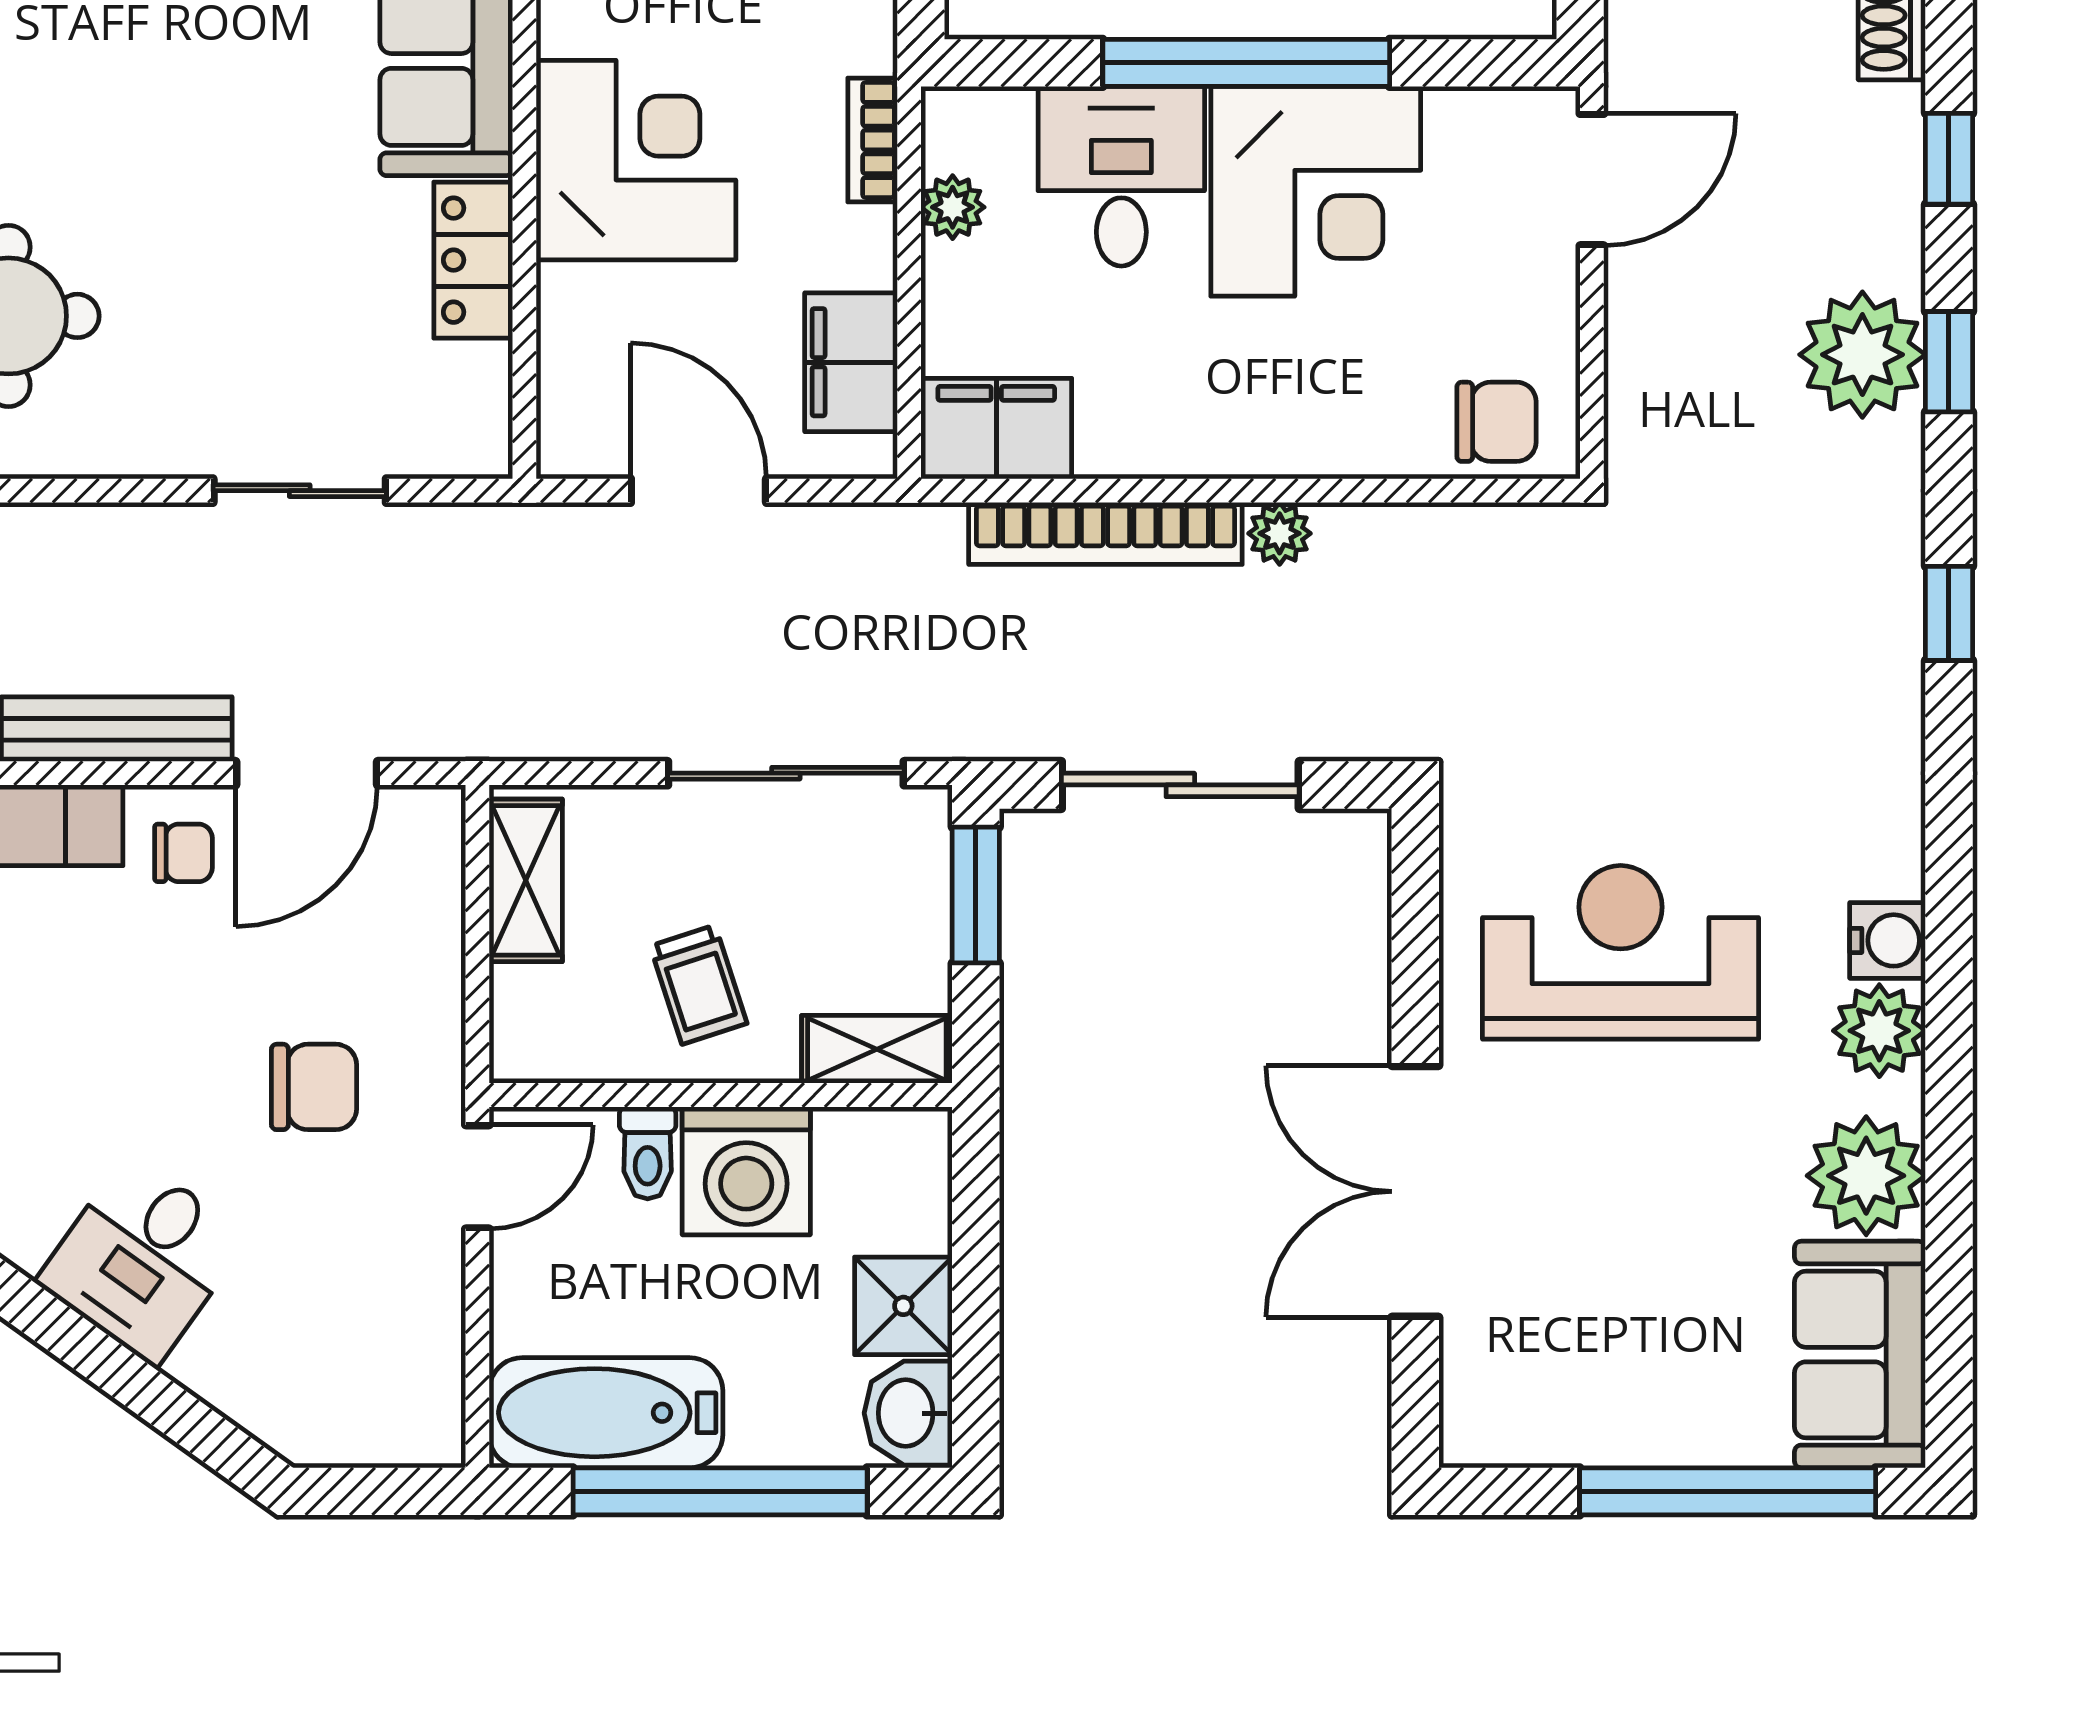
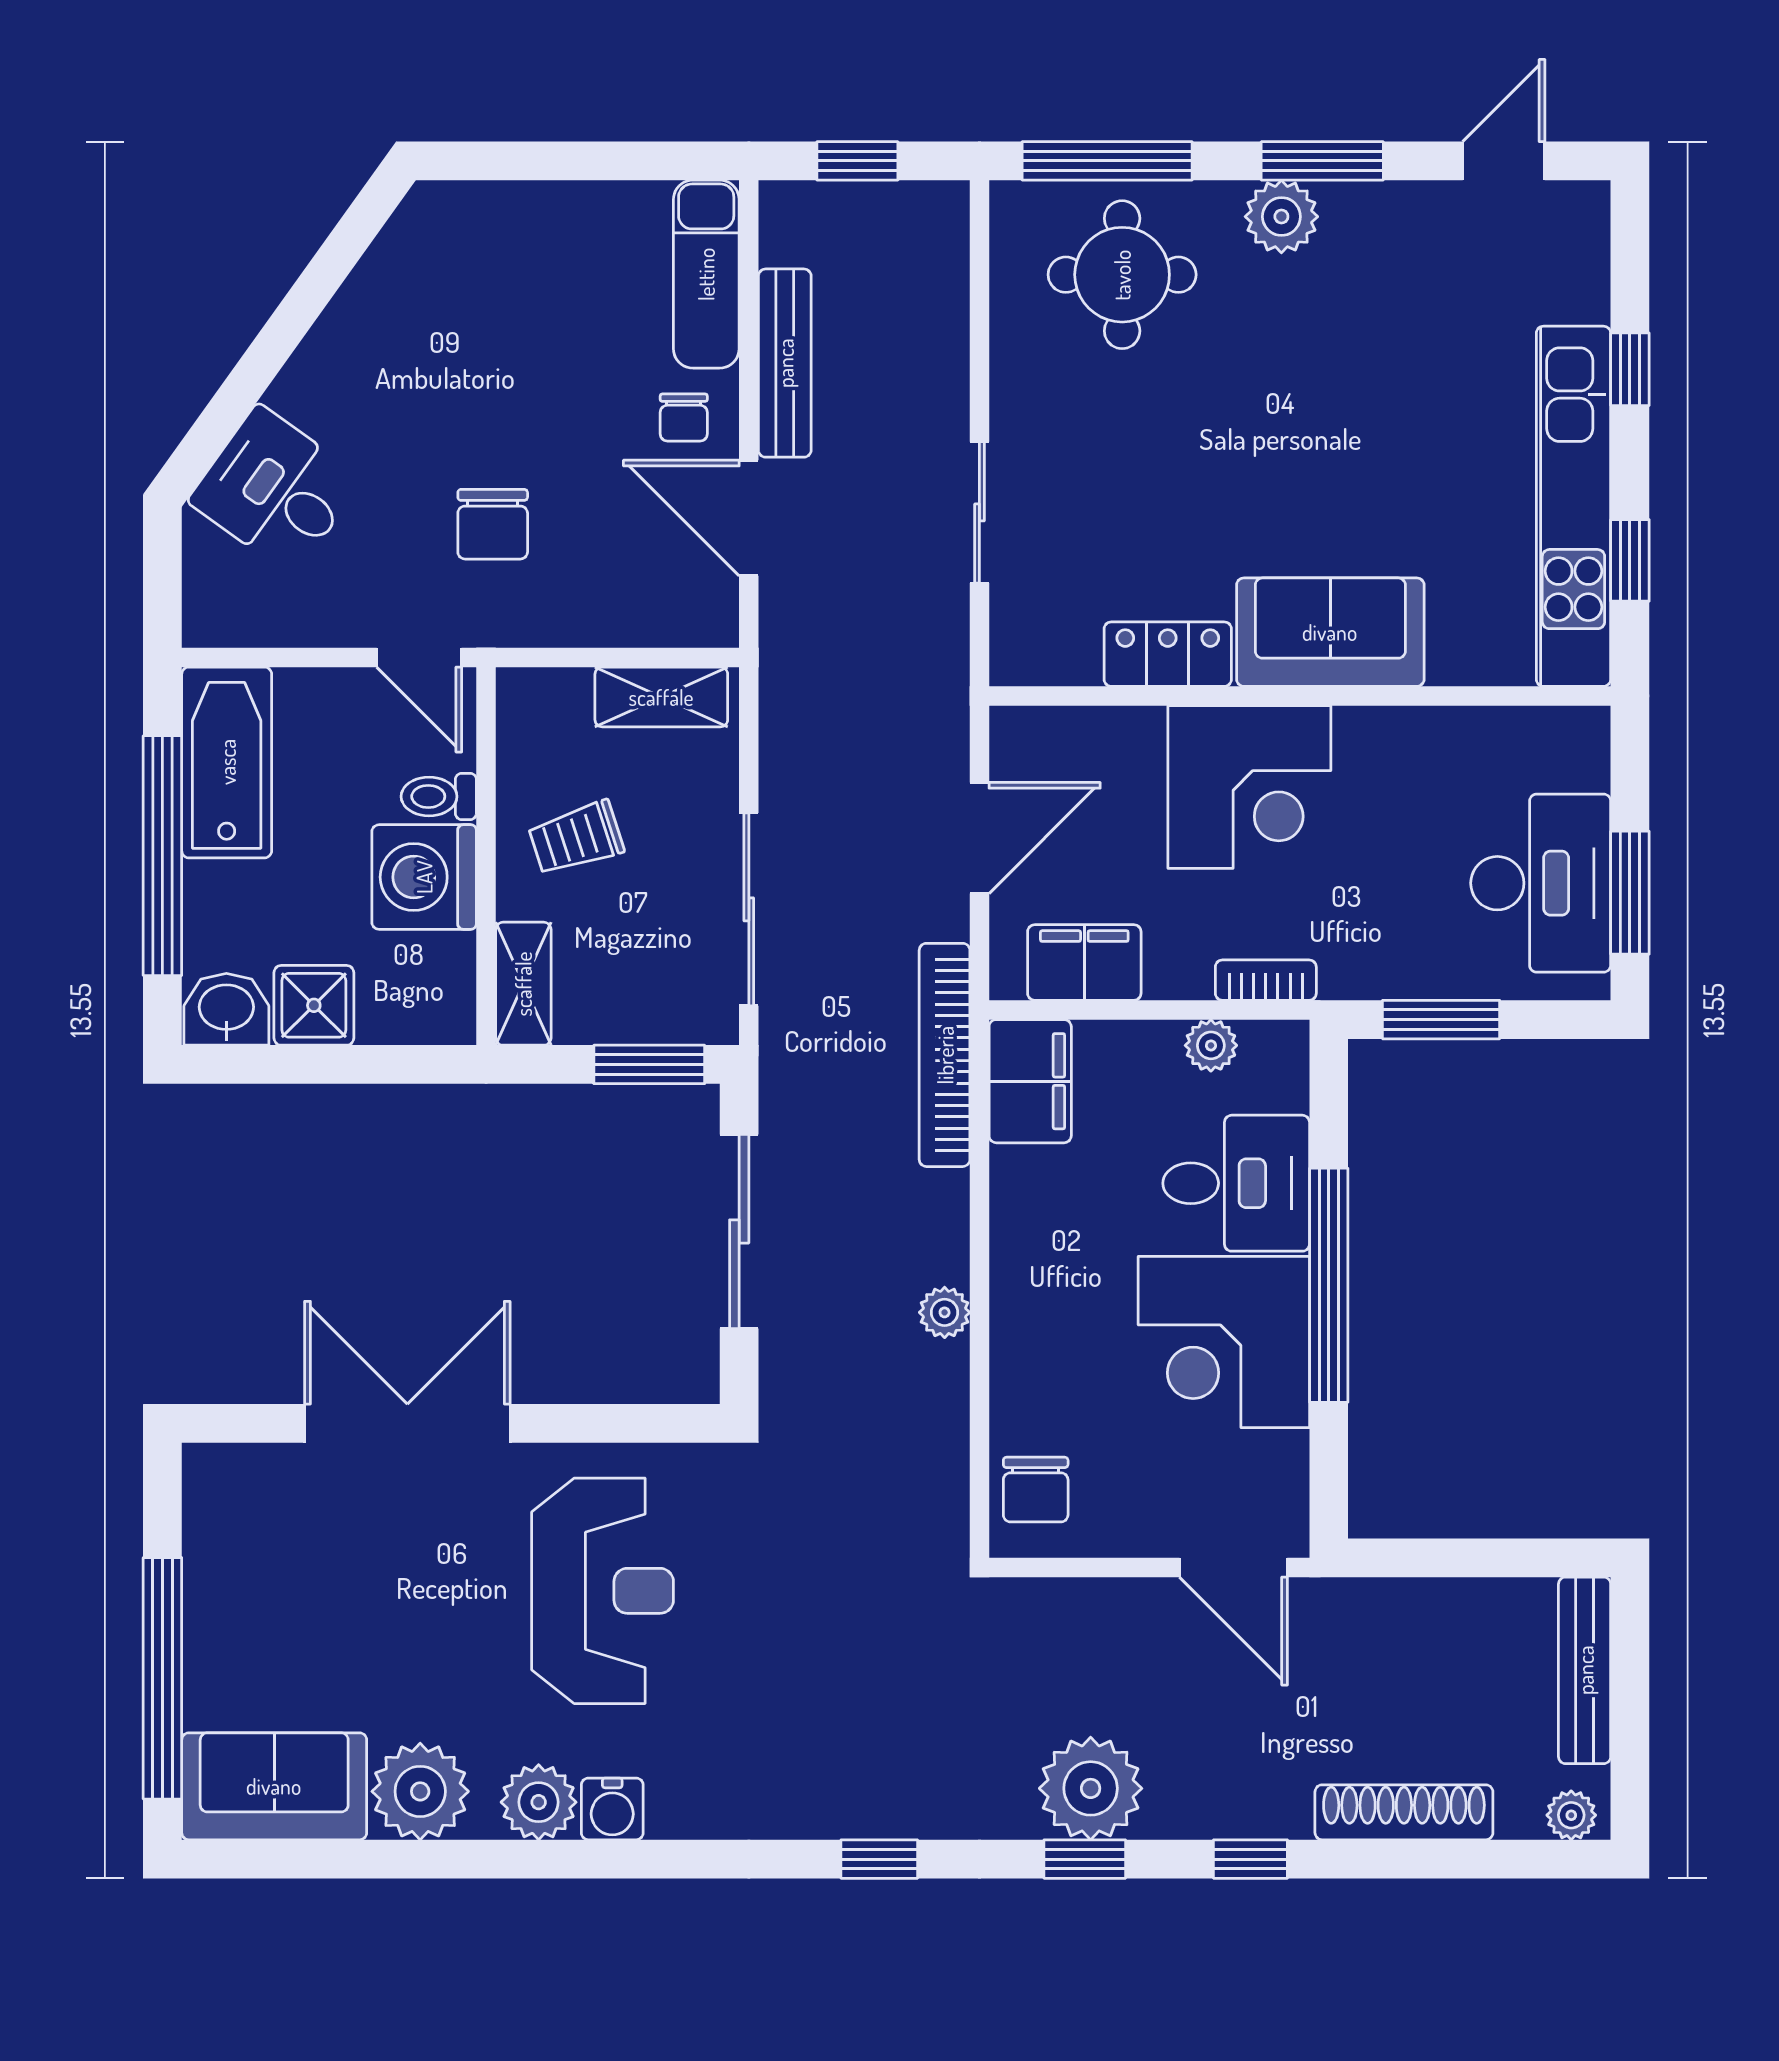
bookcase: (1105, 533) -> (945, 1055), moved
desk: (142, 1260) -> (276, 490), moved

